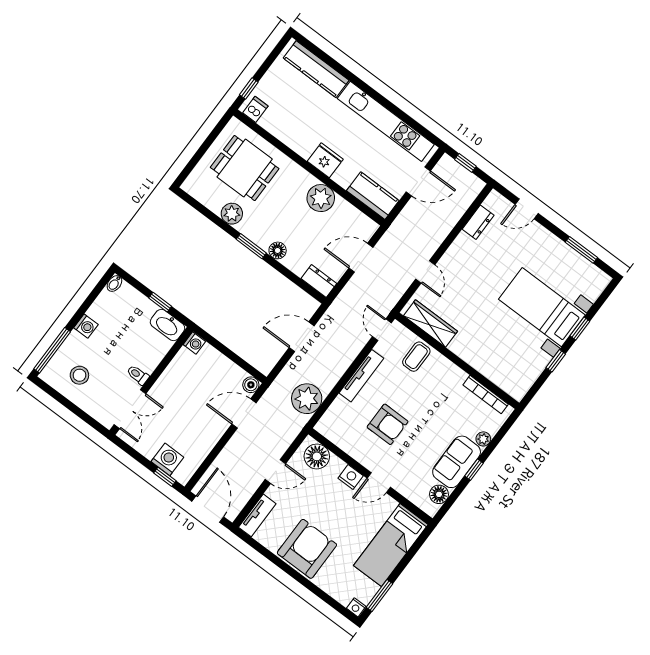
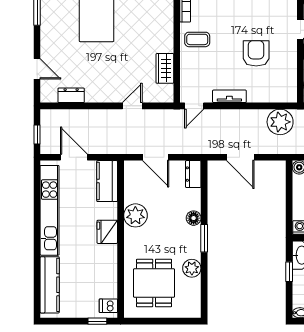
wardrobe: (431, 323) -> (165, 68), width x0.67
coffee table: (416, 357) -> (197, 39), moved
tv unit: (361, 376) -> (229, 96), width x0.71

